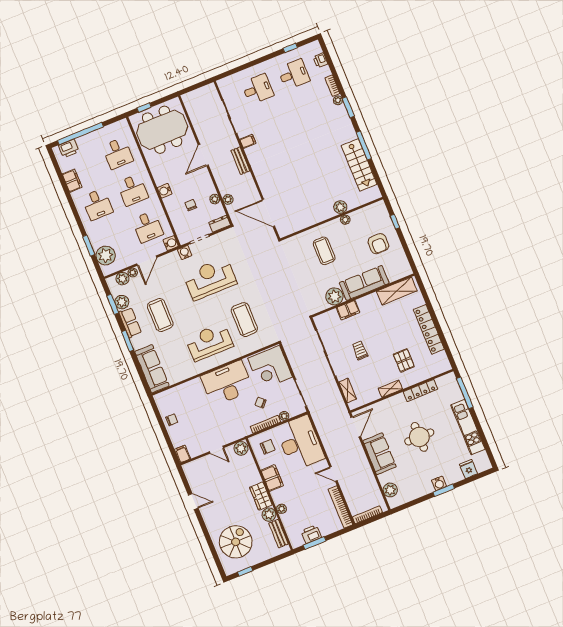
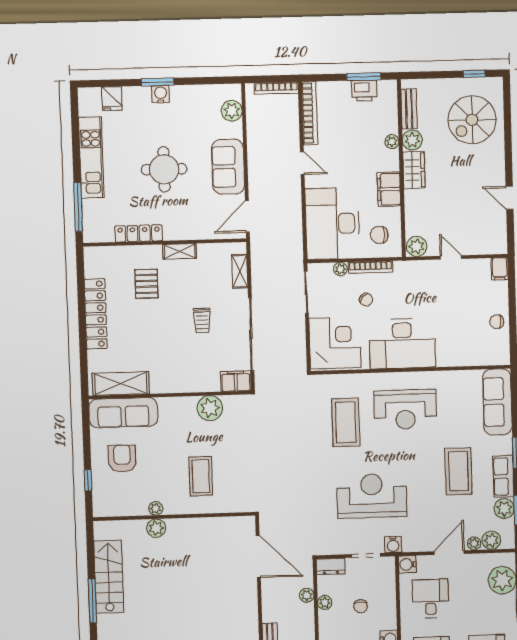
reception desk: (210, 279) -> (372, 496), turned 180
sofa: (364, 283) -> (123, 413), moved
filing cabinet: (348, 310) -> (236, 381), moved

